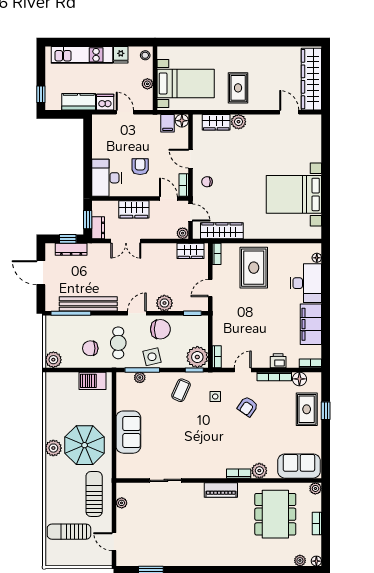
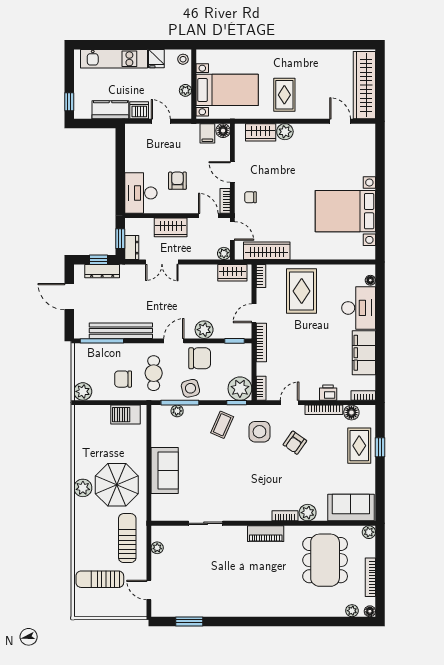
bookcase: (217, 315) -> (261, 343), added
side table: (215, 396) -> (259, 432), width x1.87, depth x1.87
bookcase: (317, 524) -> (370, 577), width x1.56

